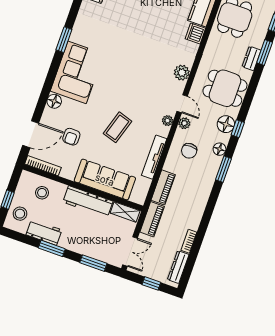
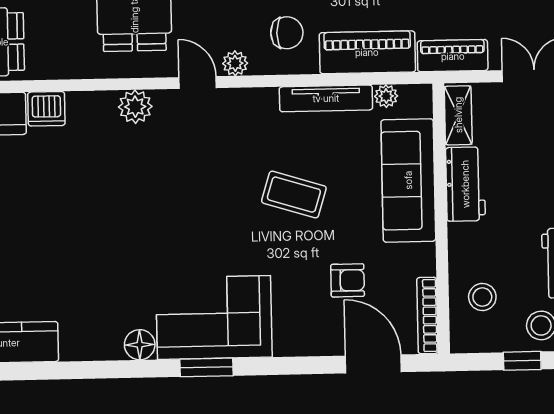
window: (64, 40) -> (207, 367), moved
floor lamp: (54, 101) -> (140, 345), moved
door: (182, 104) -> (198, 83), hinge flipped
plant: (168, 121) -> (386, 96), moved
piano: (163, 187) -> (367, 52), width x1.37, depth x1.33
workbench: (88, 202) -> (465, 184), width x0.73

